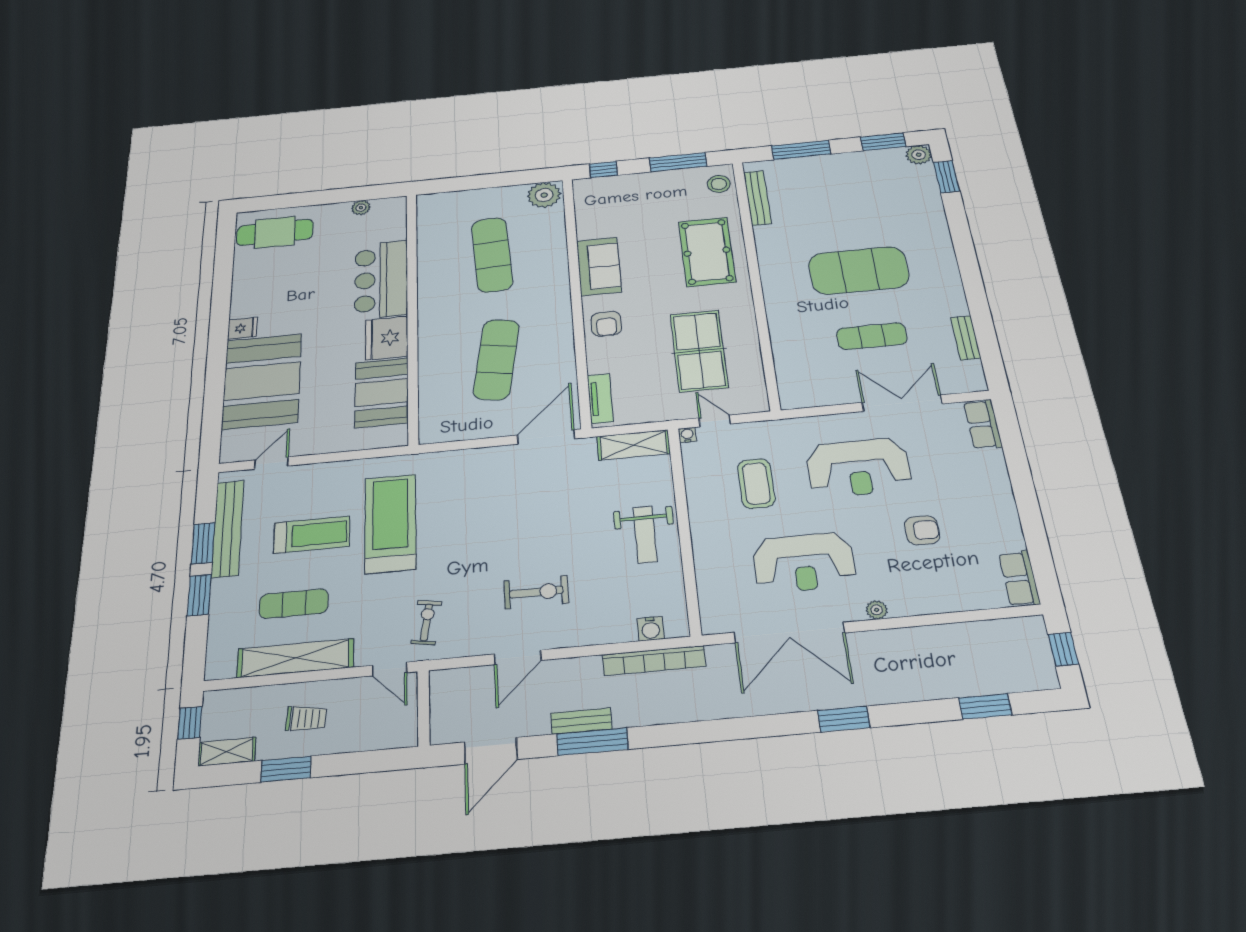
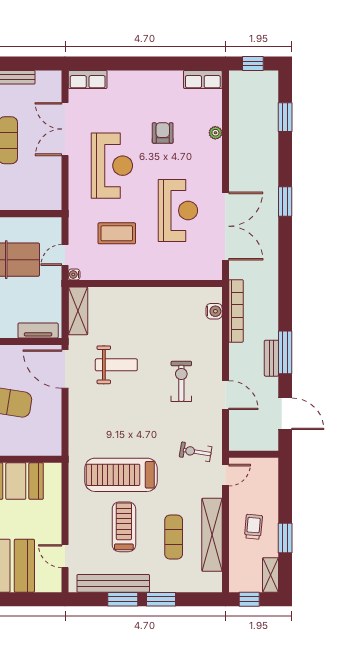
weight bench: (645, 534) -> (116, 365), moved
plant: (877, 610) -> (215, 133), moved

